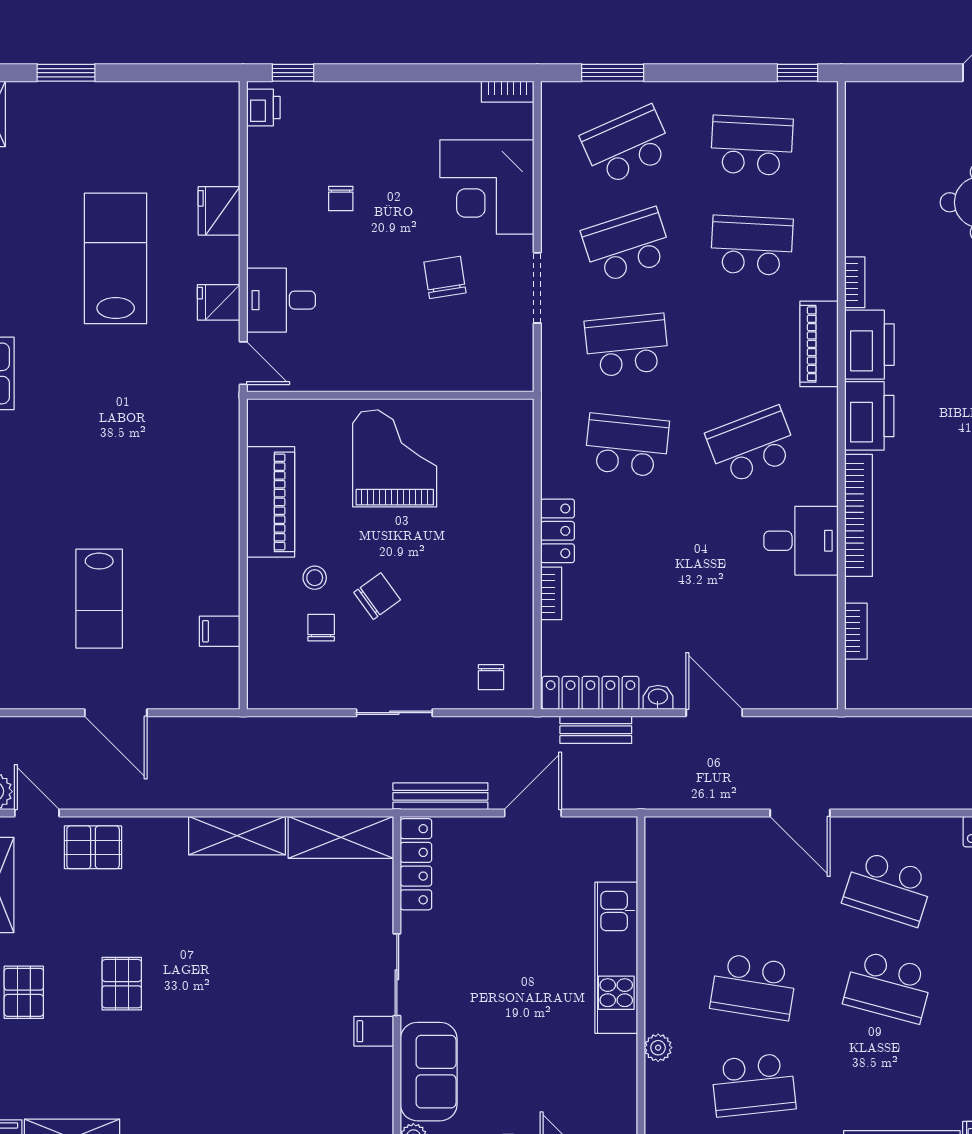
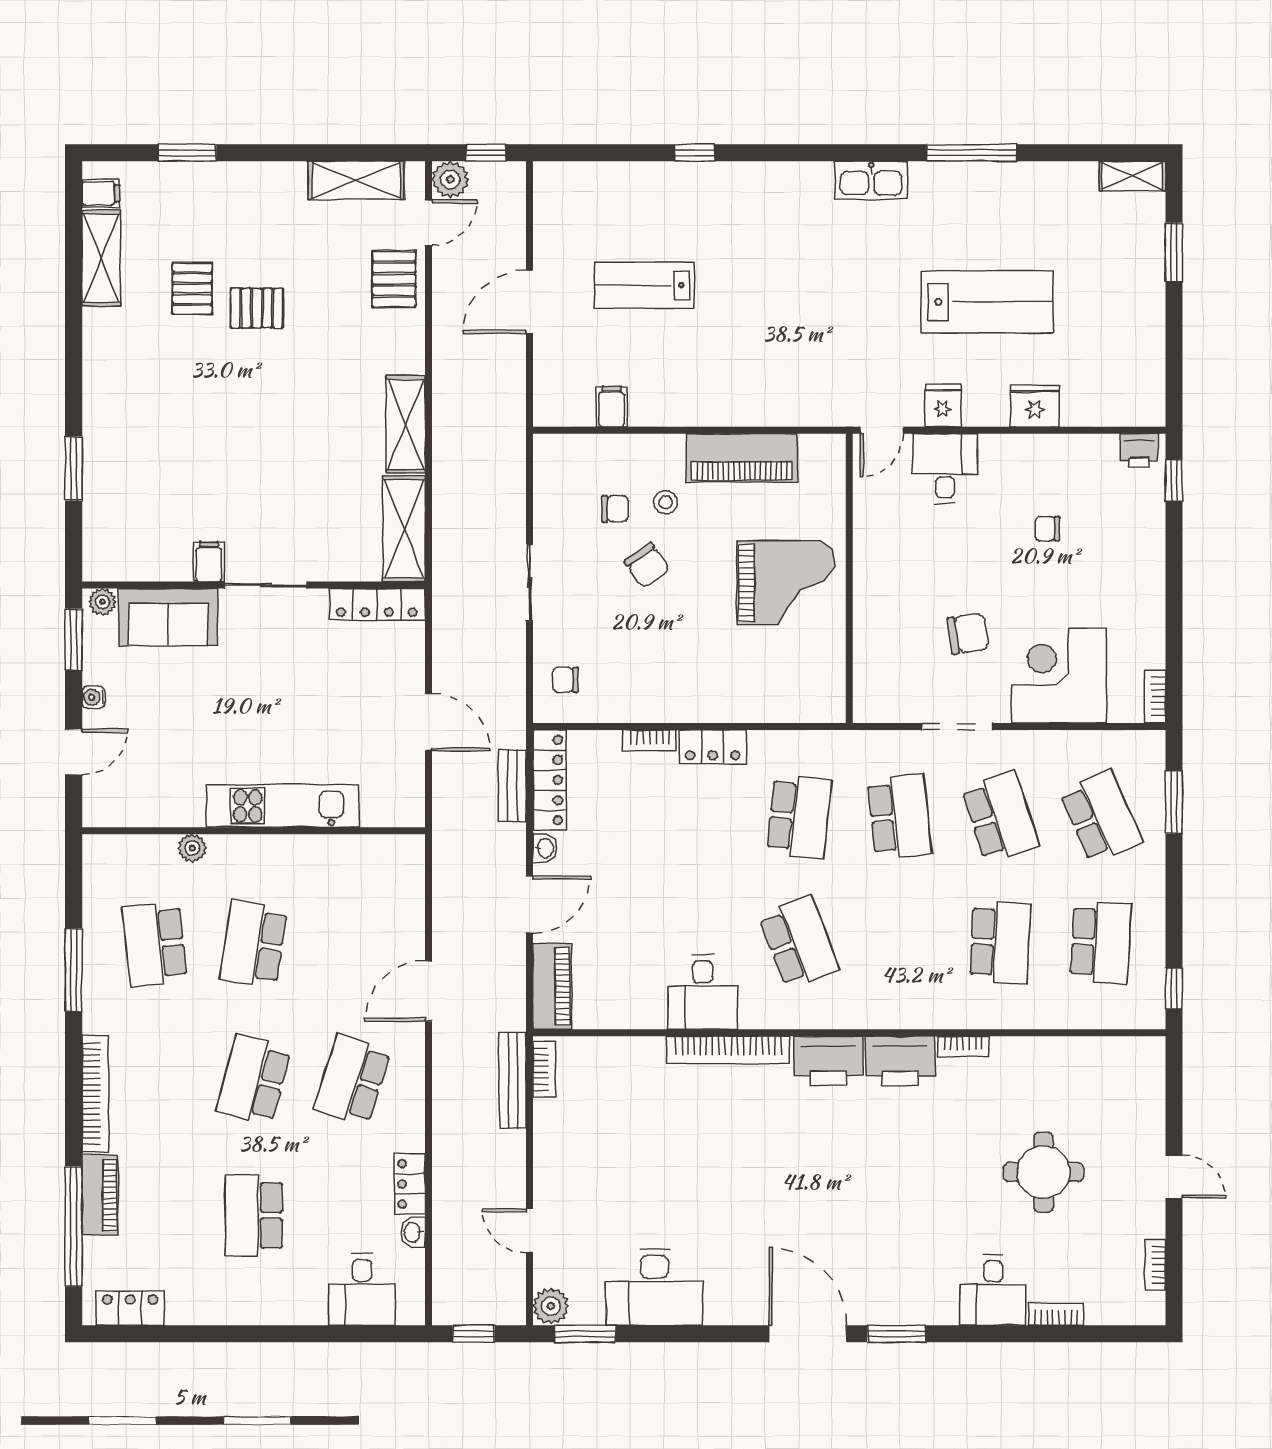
piano: (819, 344) -> (552, 986), moved, turned 90
bookcase: (856, 631) -> (544, 1069), moved, turned -90
bench: (440, 796) -> (513, 1081), moved
pallet: (24, 992) -> (192, 289), moved, turned 90

